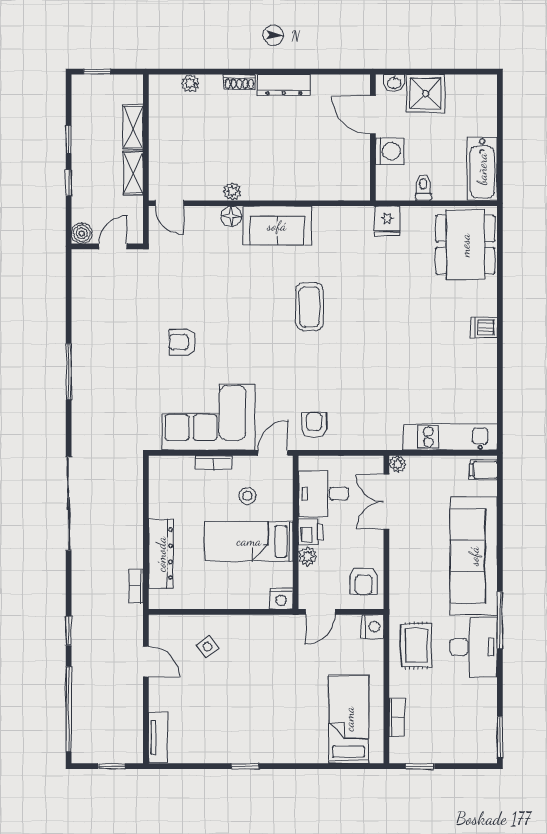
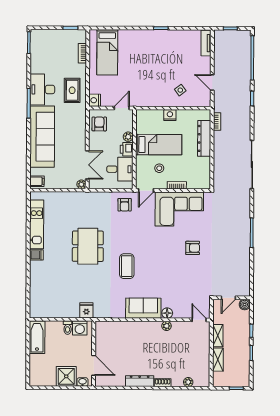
washing machine: (389, 151) -> (80, 328), moved, turned -90
dining table: (465, 245) -> (88, 246), moved
kitchen unit: (450, 437) -> (37, 224), moved, turned -90
nightstand: (281, 599) -> (170, 115), moved

